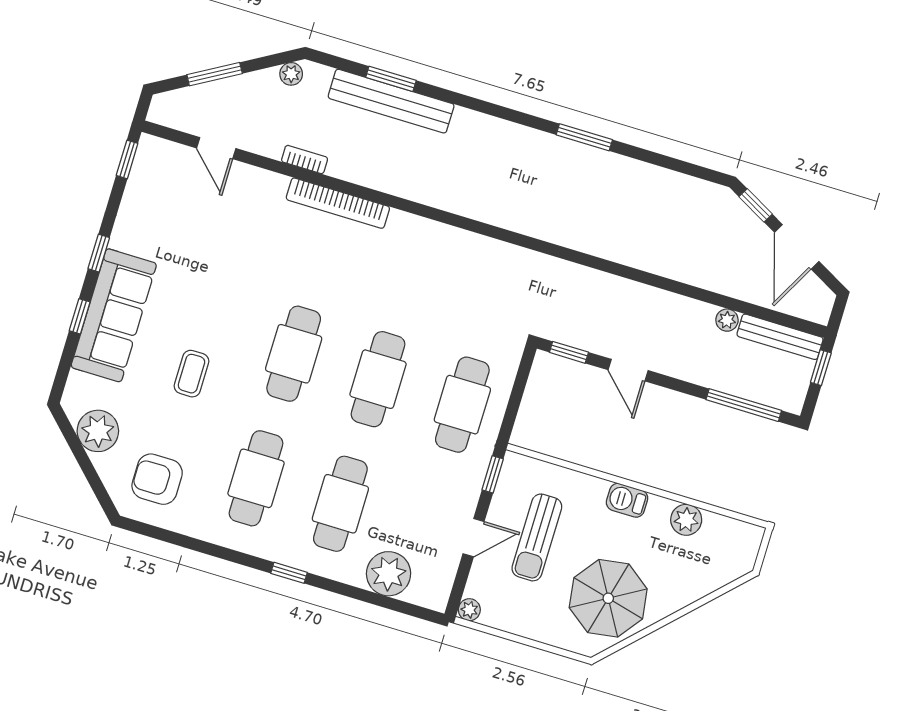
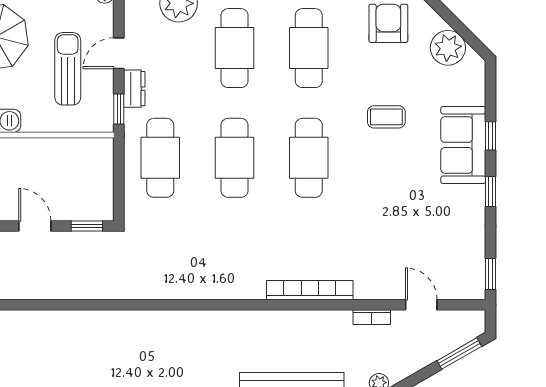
window: (215, 74) -> (459, 353), moved
bookcase: (305, 159) -> (372, 317), moved
sofa: (114, 315) -> (463, 145), width x0.73
coffee table: (192, 374) -> (386, 117), turned 90
armchair: (157, 479) -> (388, 23), turned -90
dresser: (468, 492) -> (134, 89), added

